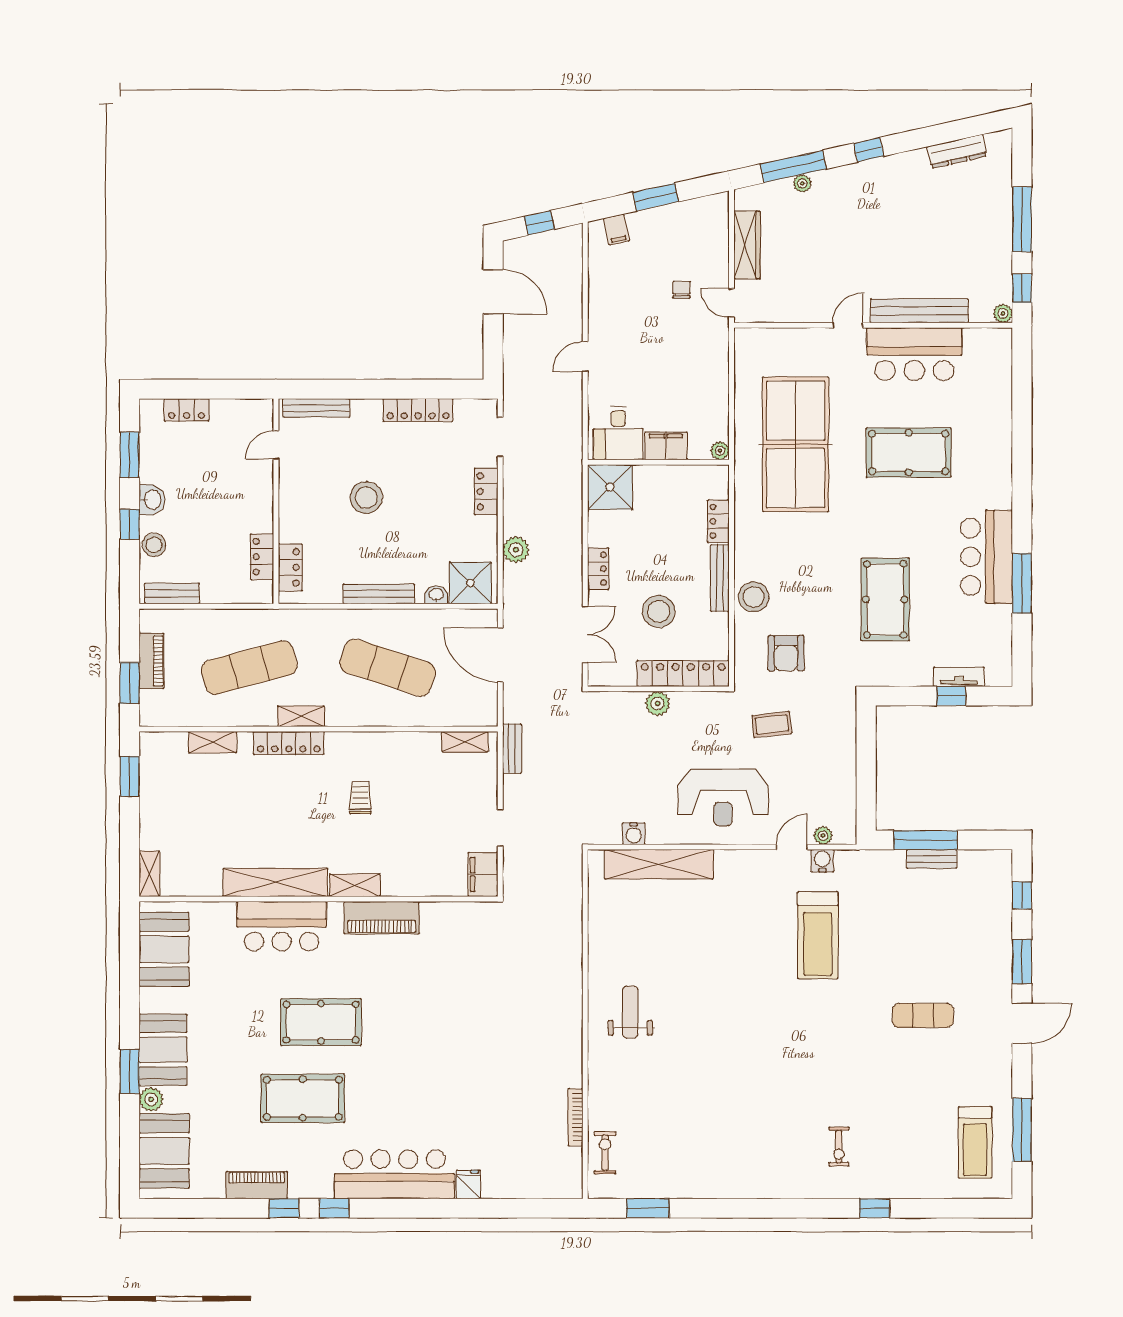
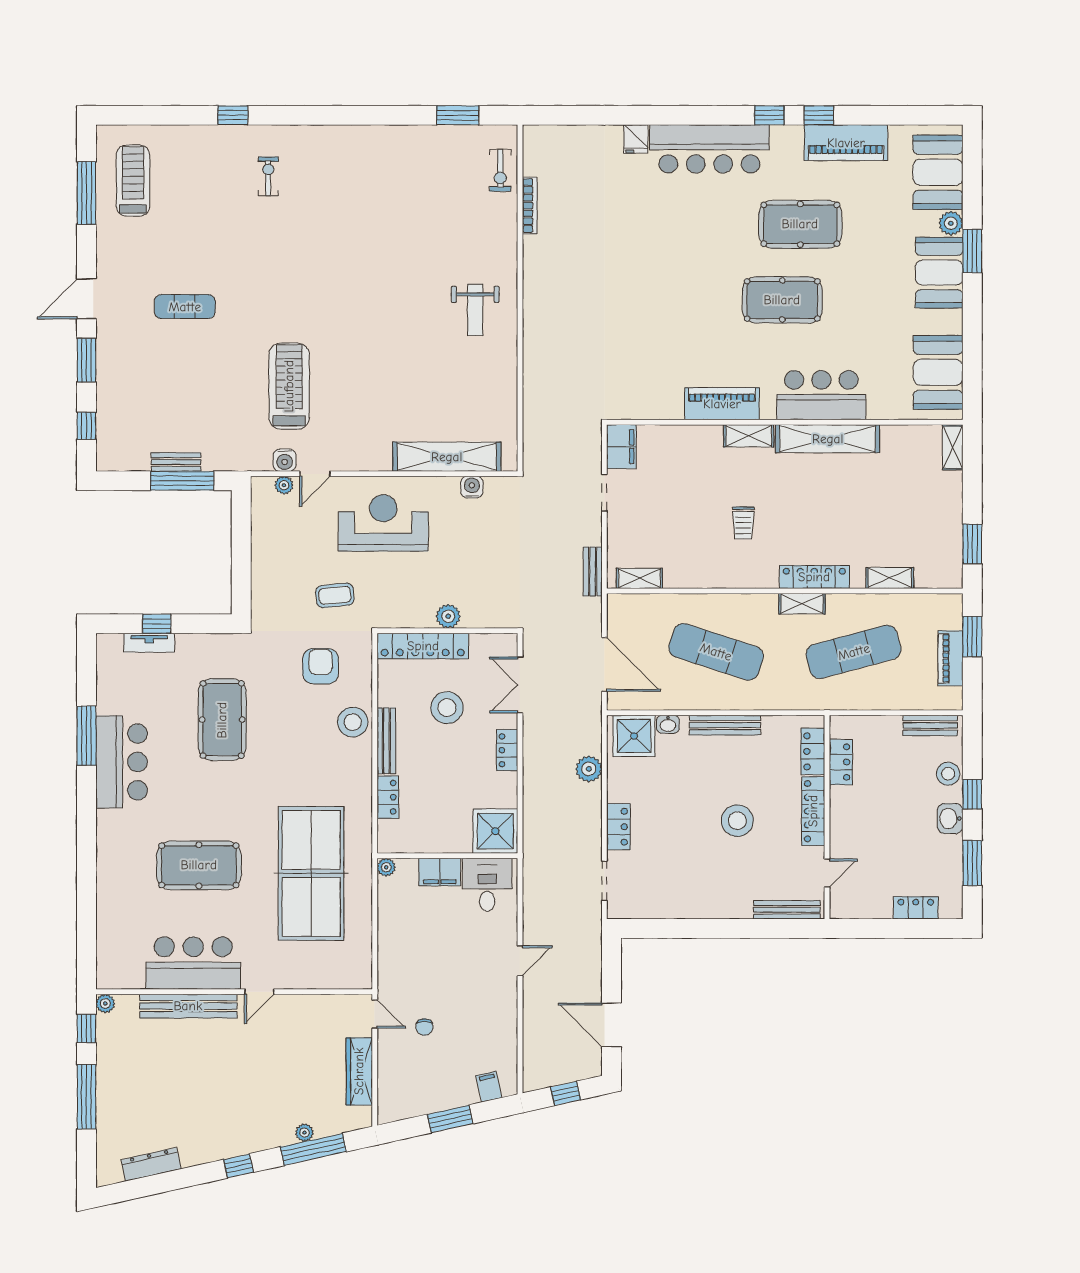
locker: (418, 410) -> (813, 811), moved, turned -90
piano: (257, 1185) -> (846, 143), width x1.37, depth x1.33

